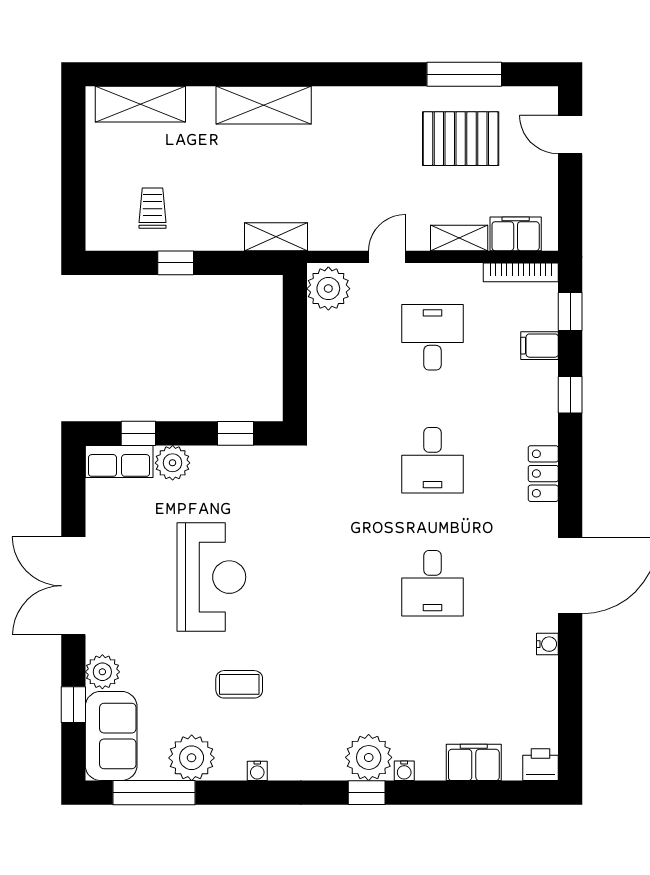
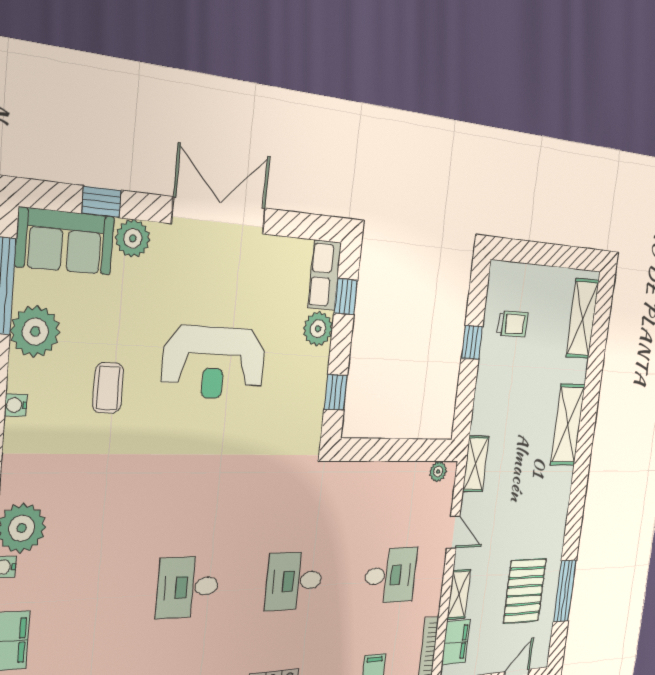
shelving: (276, 237) -> (476, 464), moved
plant: (328, 289) -> (438, 472), width x0.53, depth x0.53

